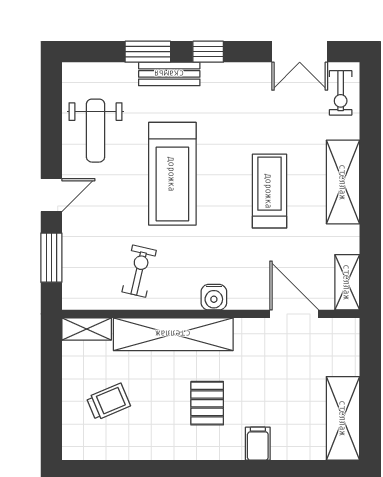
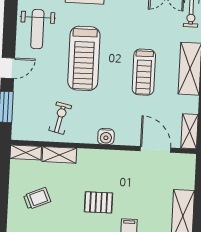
treadmill: (269, 191) -> (144, 72), turned 180
shelving: (173, 334) -> (59, 155), width x0.45, depth x0.75
pallet: (207, 403) -> (99, 202), turned 90

